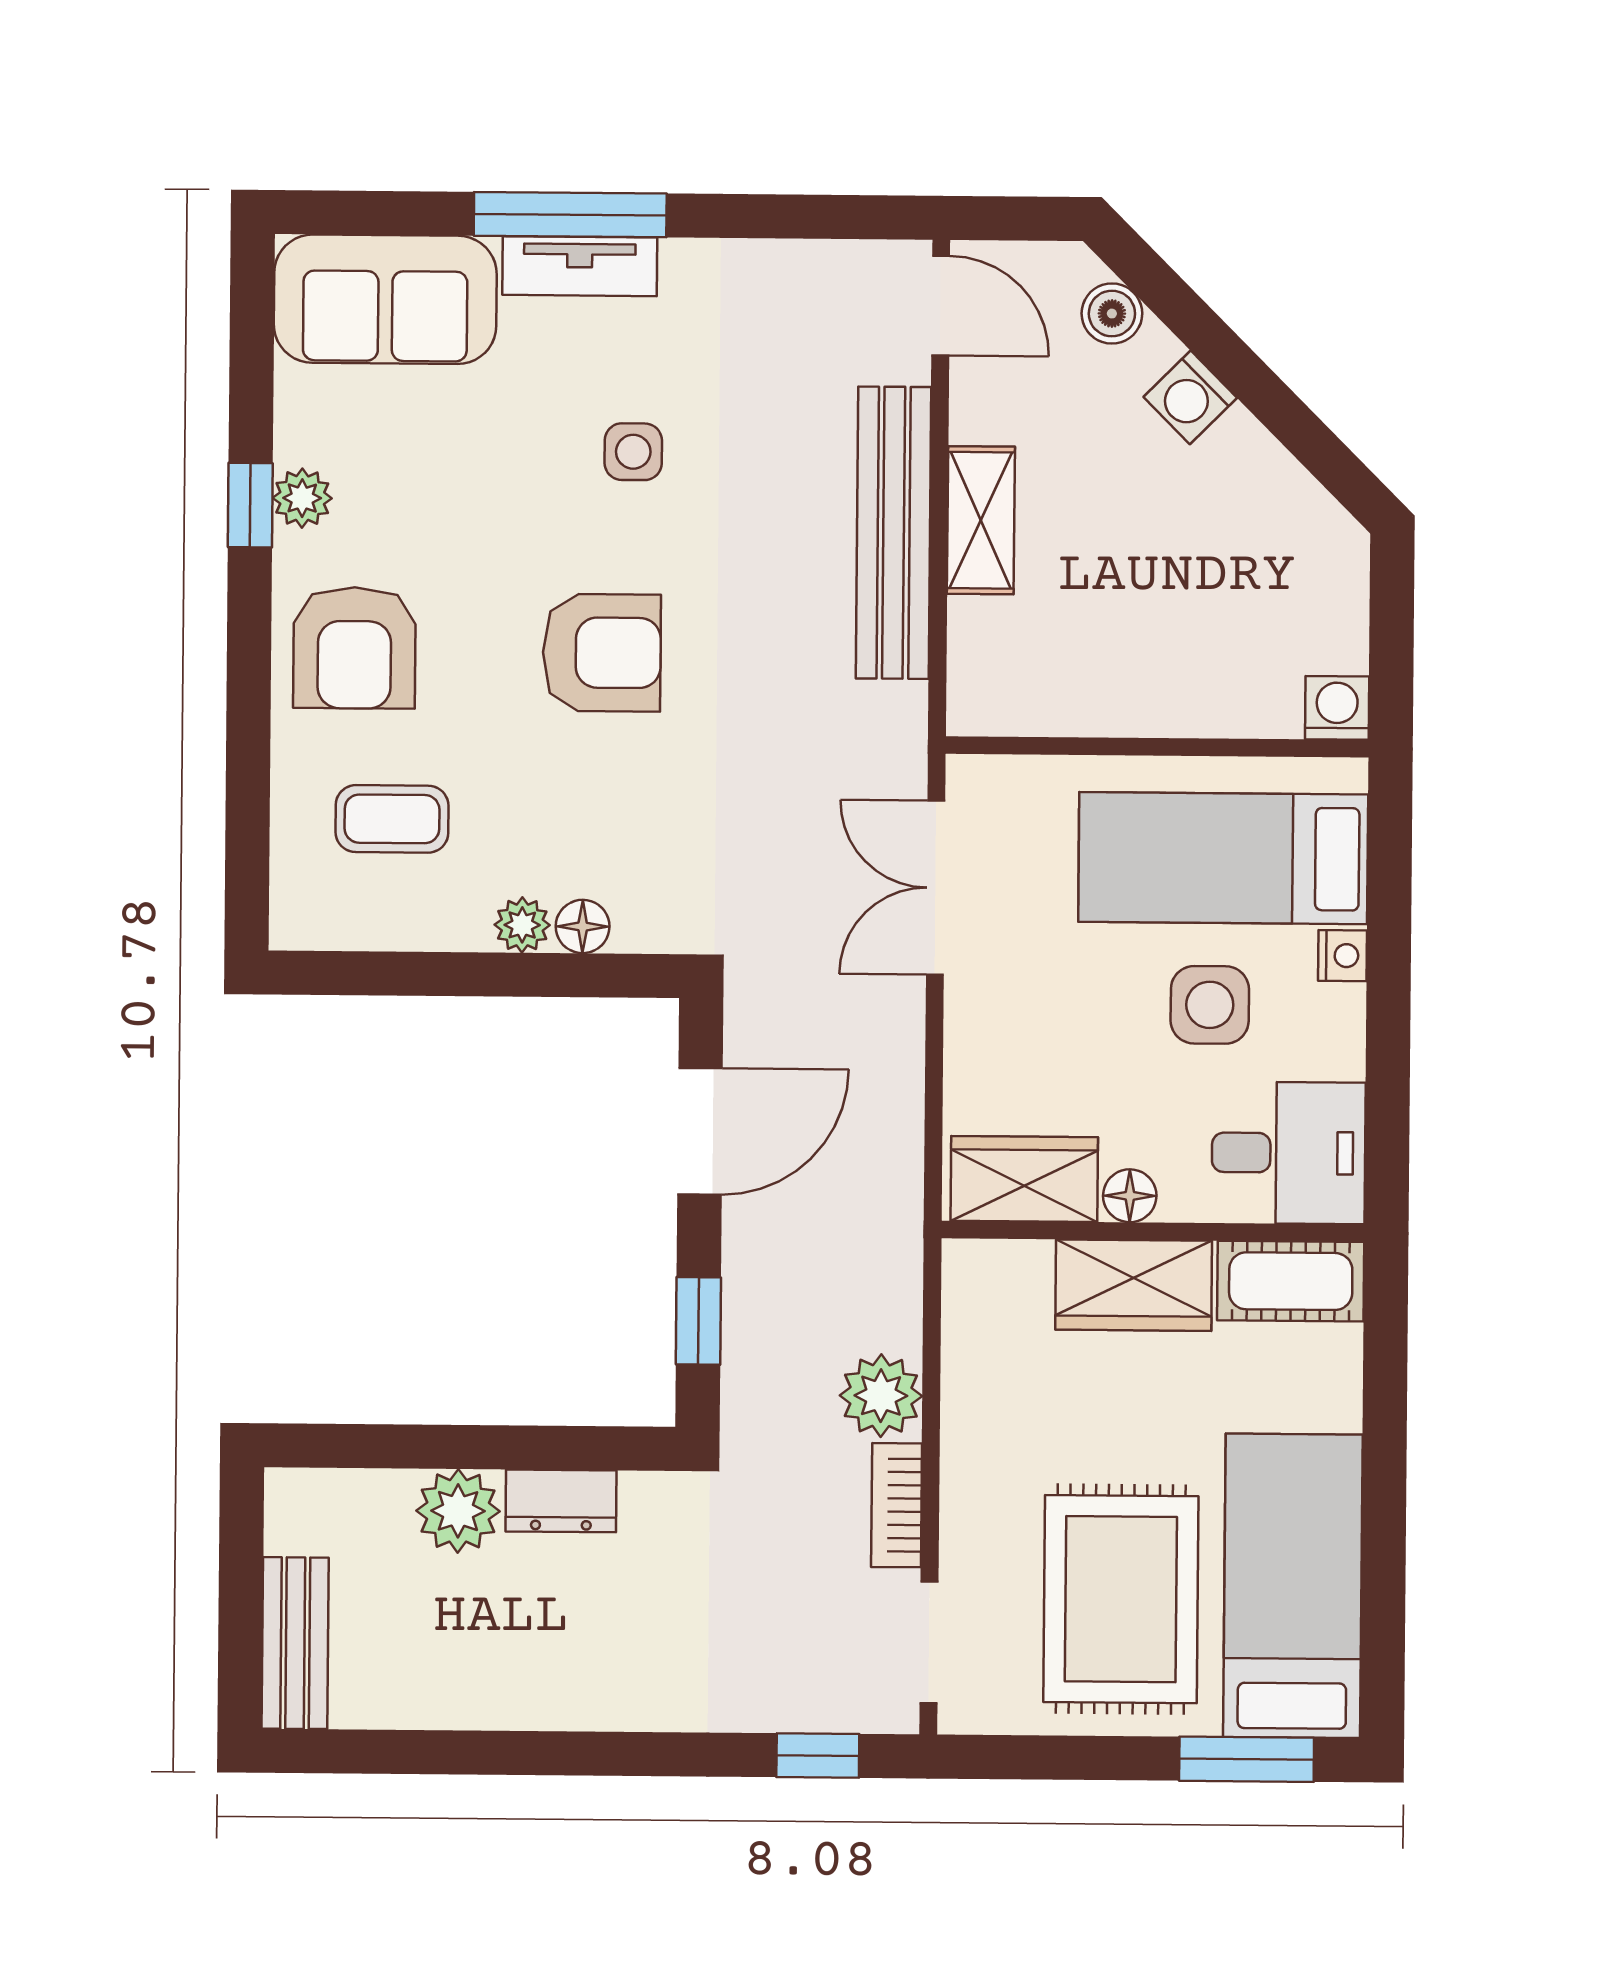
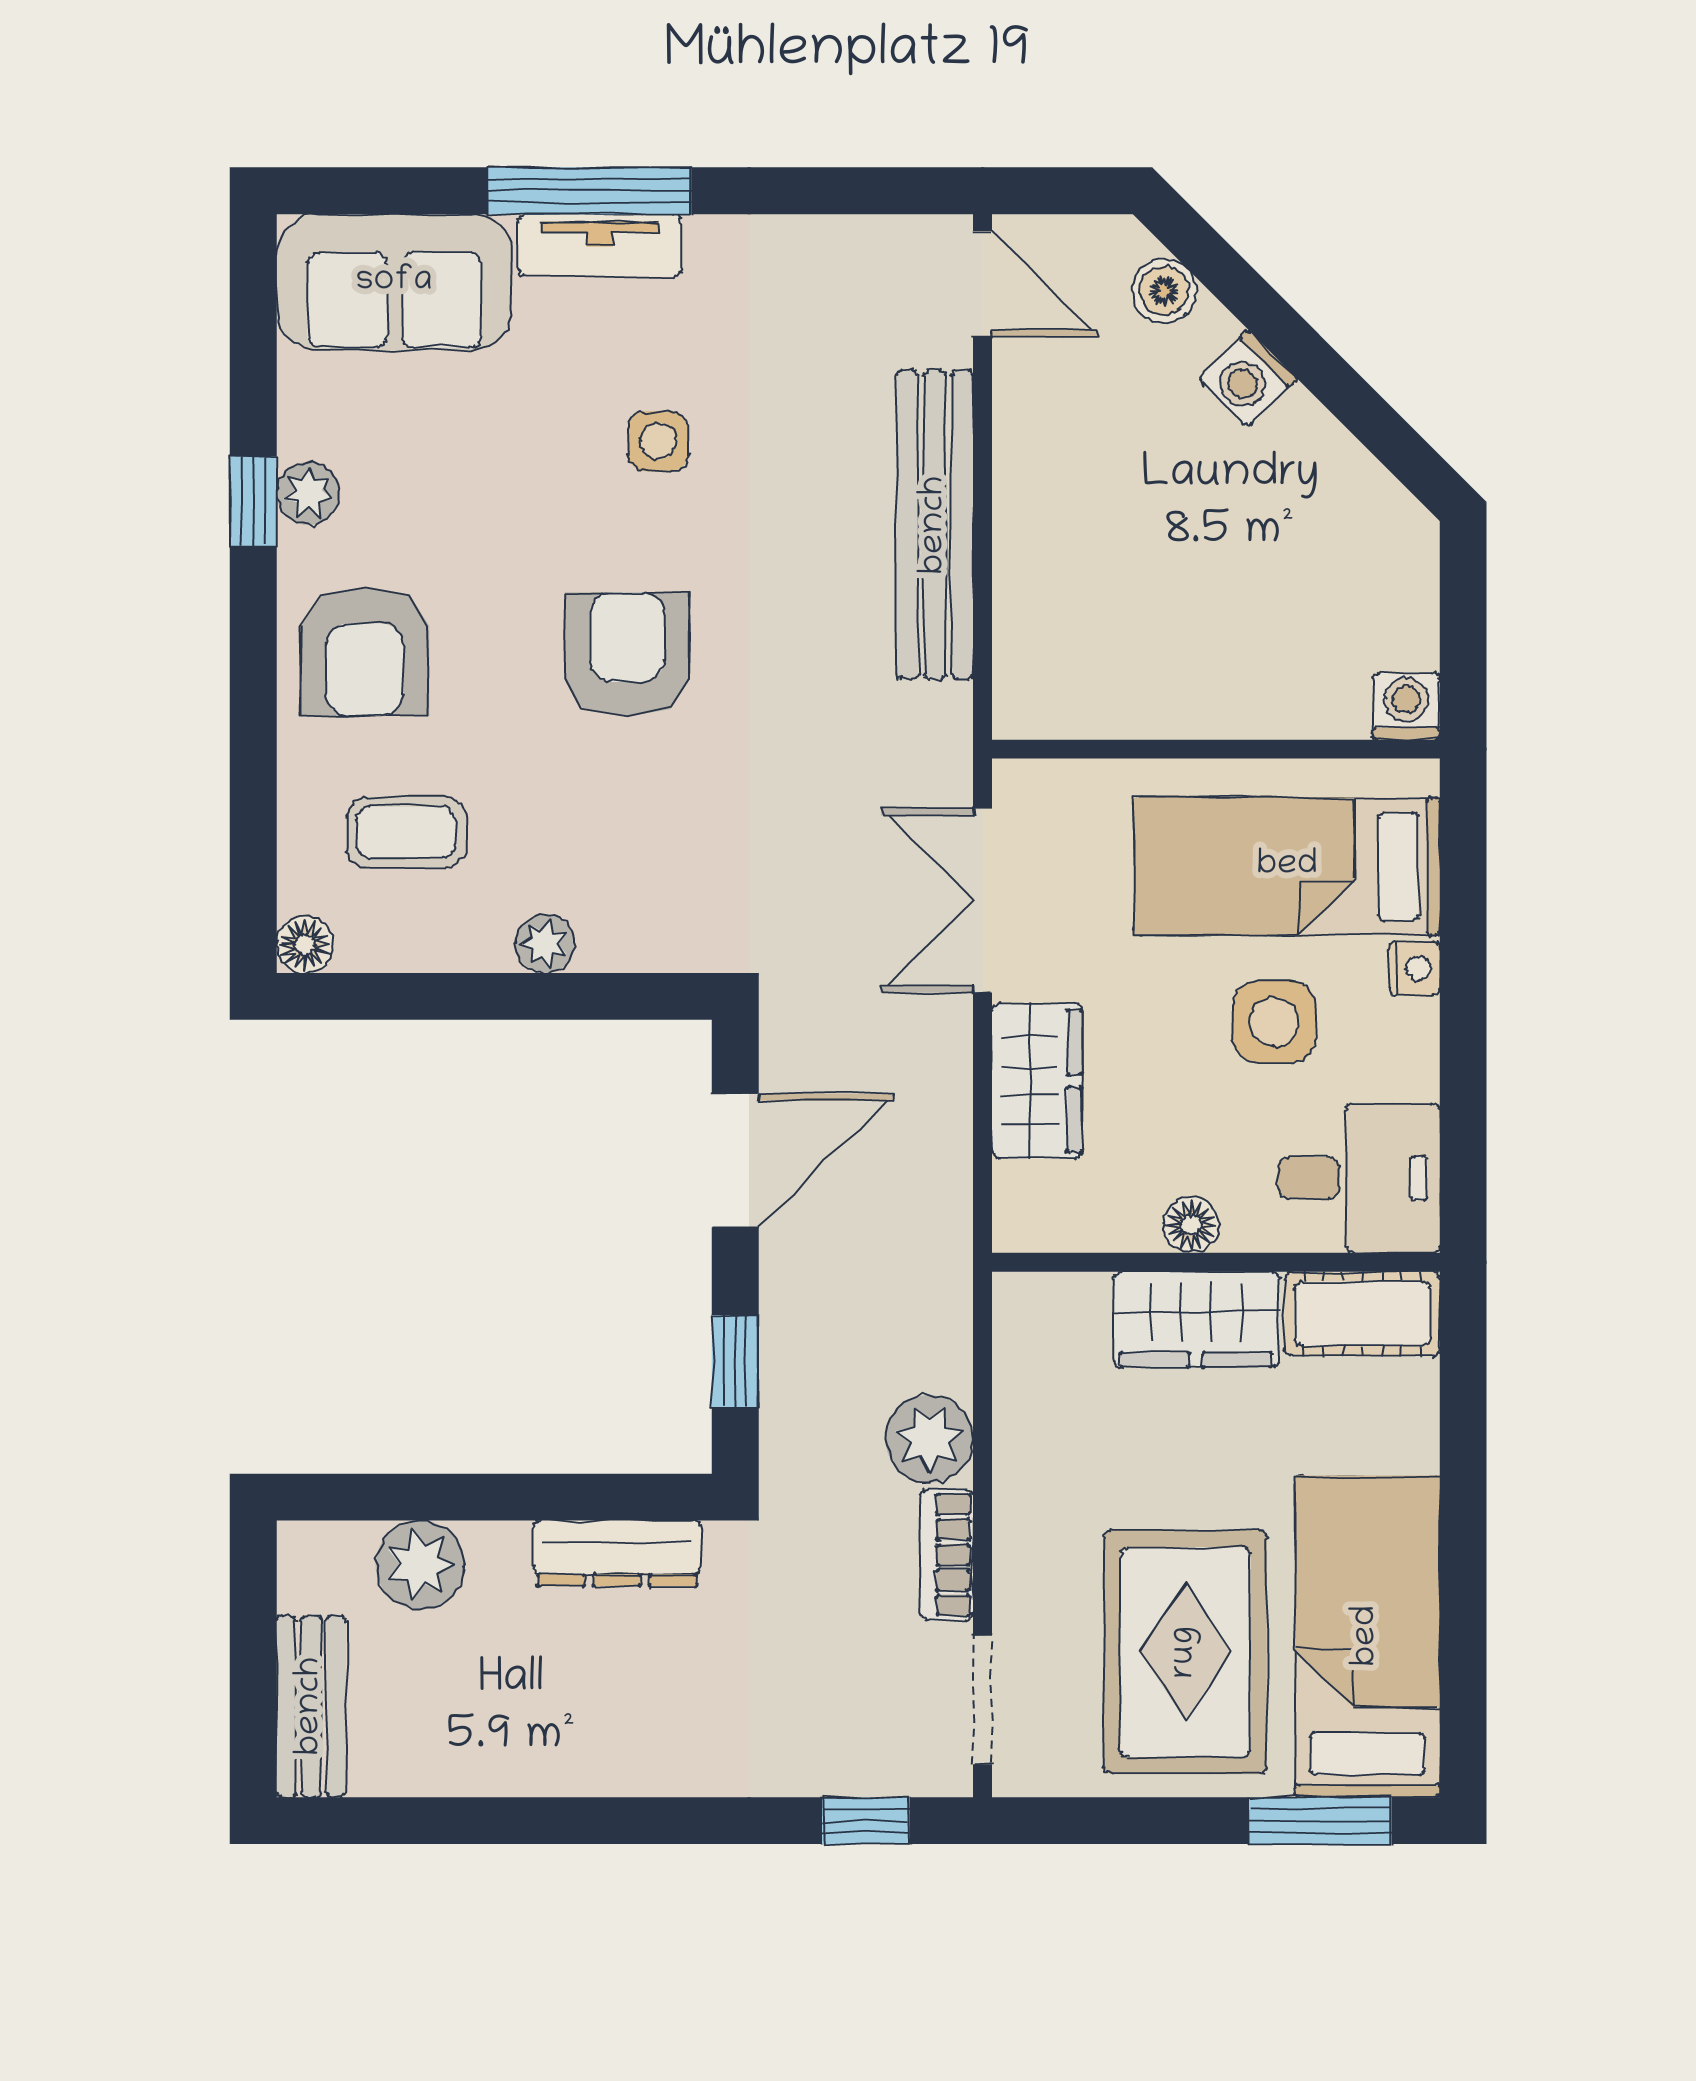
shelving: (981, 520) -> (1027, 511), removed
armchair: (602, 653) -> (627, 654), turned -90
floor lamp: (583, 926) -> (305, 945), moved
wardrobe: (1024, 1179) -> (1037, 1081), moved, turned 90
dresser: (561, 1501) -> (617, 1553), width x1.44
plant: (458, 1511) -> (420, 1565), moved

